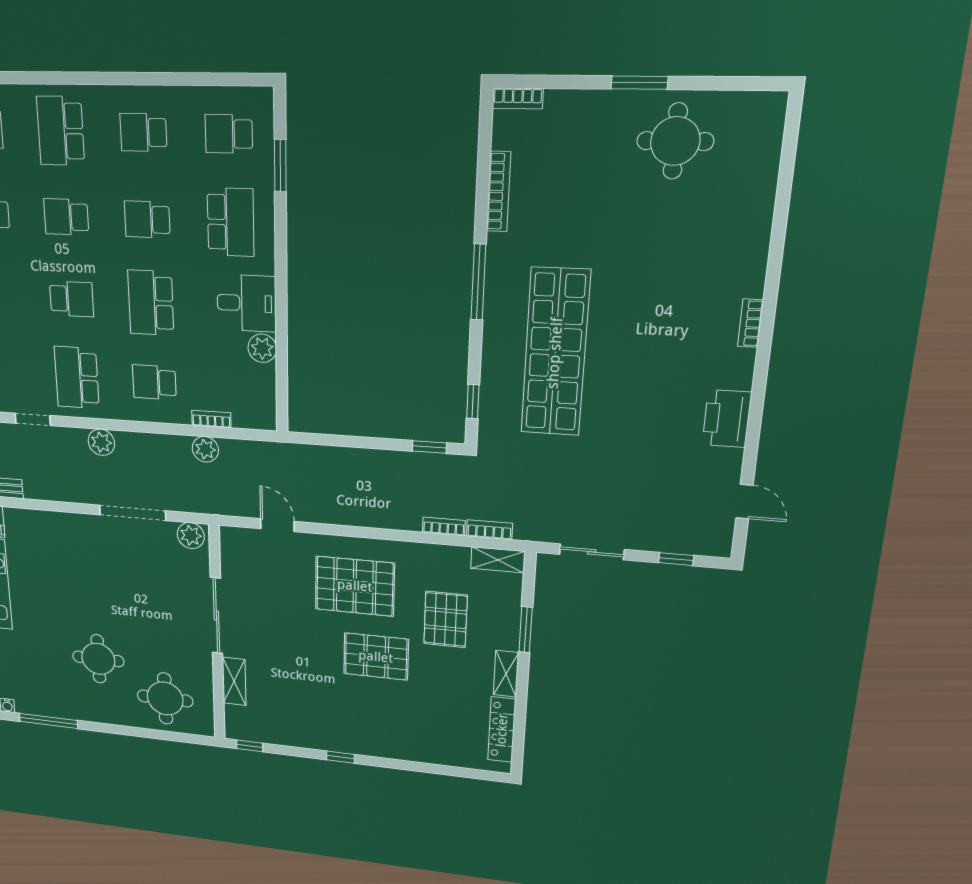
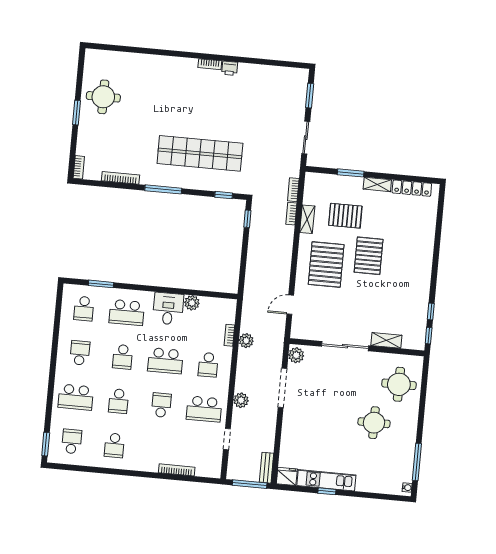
school desk: (143, 132) -> (80, 353), turned 180
school desk: (231, 222) -> (127, 313), turned 180
bookcase: (751, 323) -> (210, 64), moved
printer: (727, 419) -> (230, 68), width x0.53, depth x0.68
door: (744, 502) -> (279, 63), removed
window: (676, 559) -> (310, 96), width x1.50
shelving: (498, 560) -> (307, 219), moved
window: (340, 757) -> (431, 312), moved

